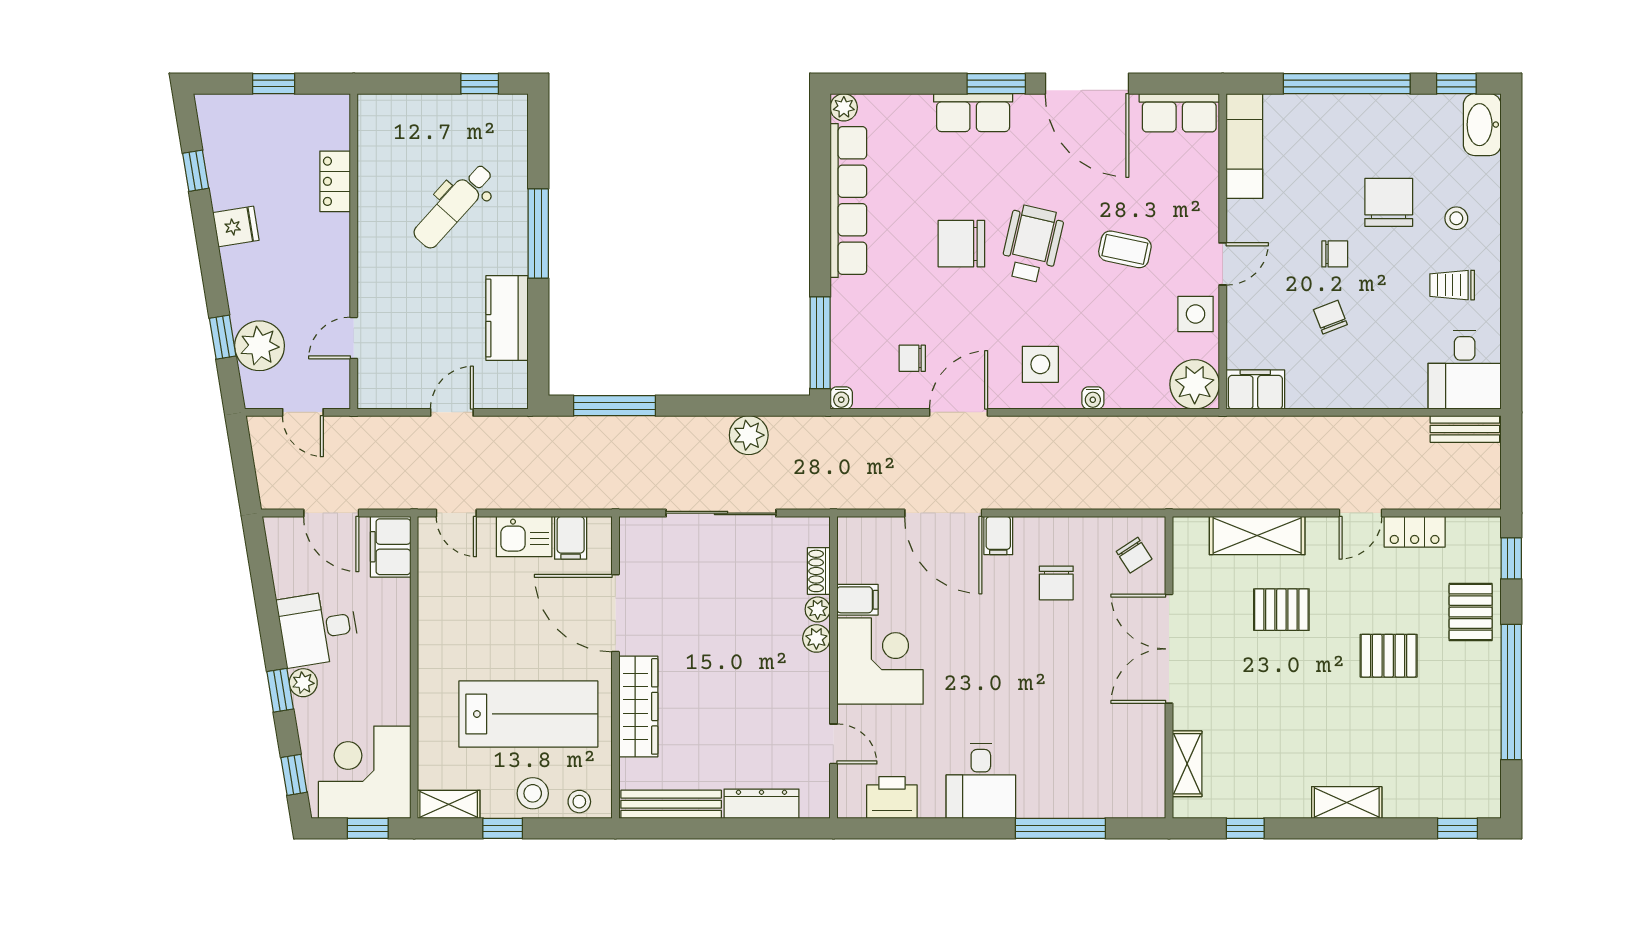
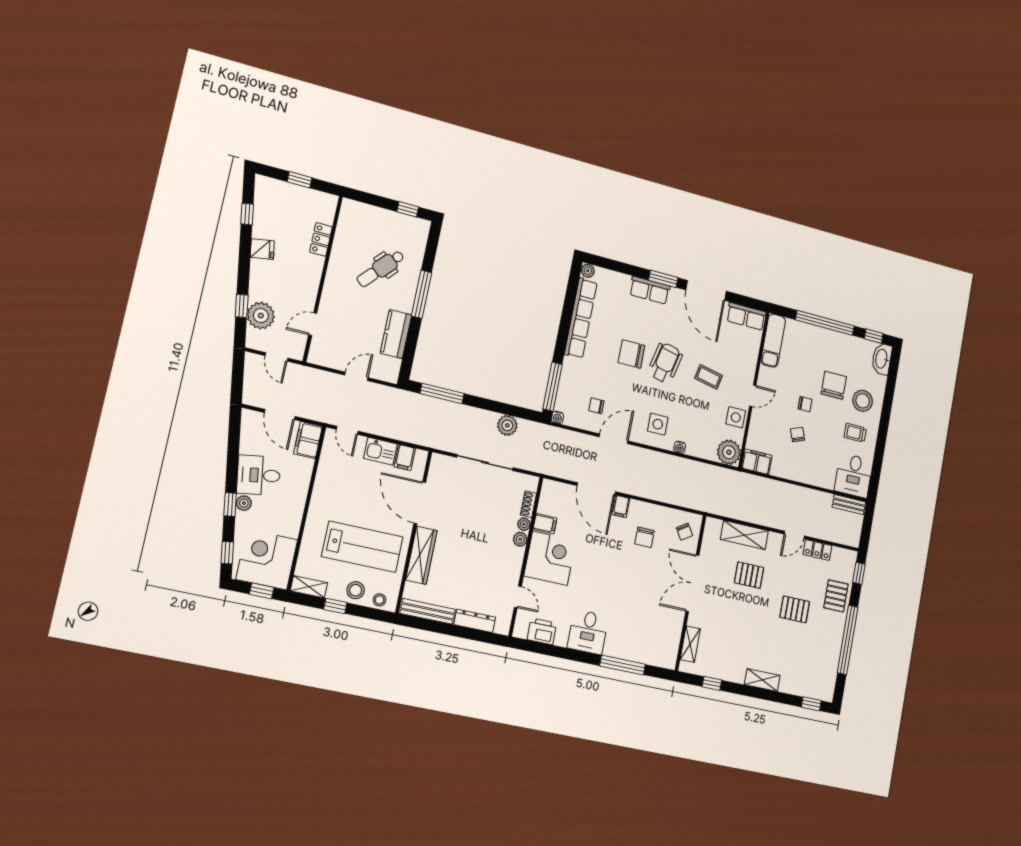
stool: (1456, 218) -> (863, 401), width x1.89, depth x1.89

